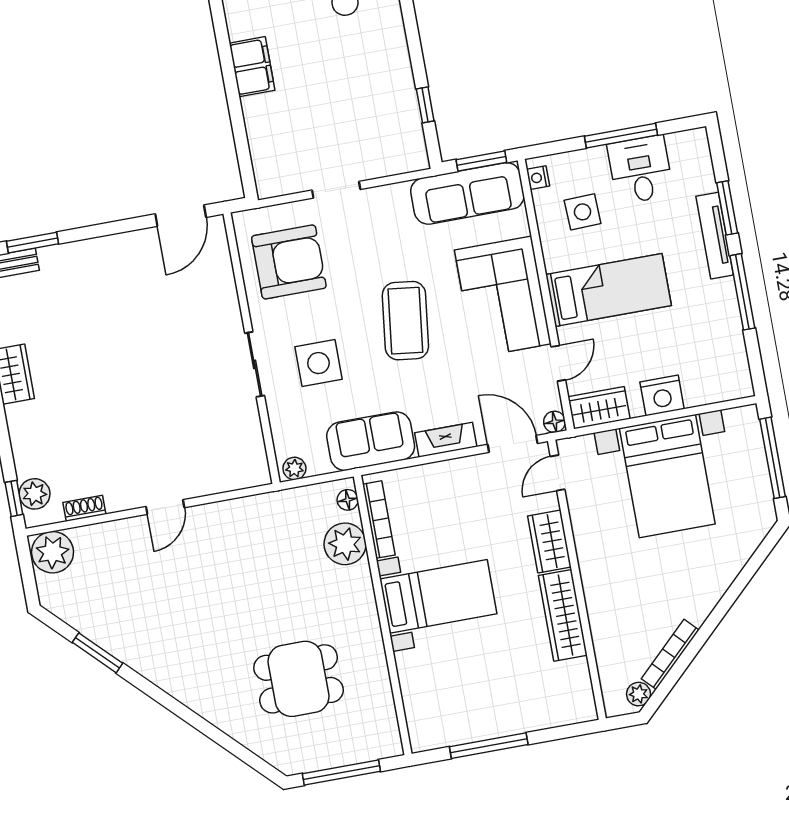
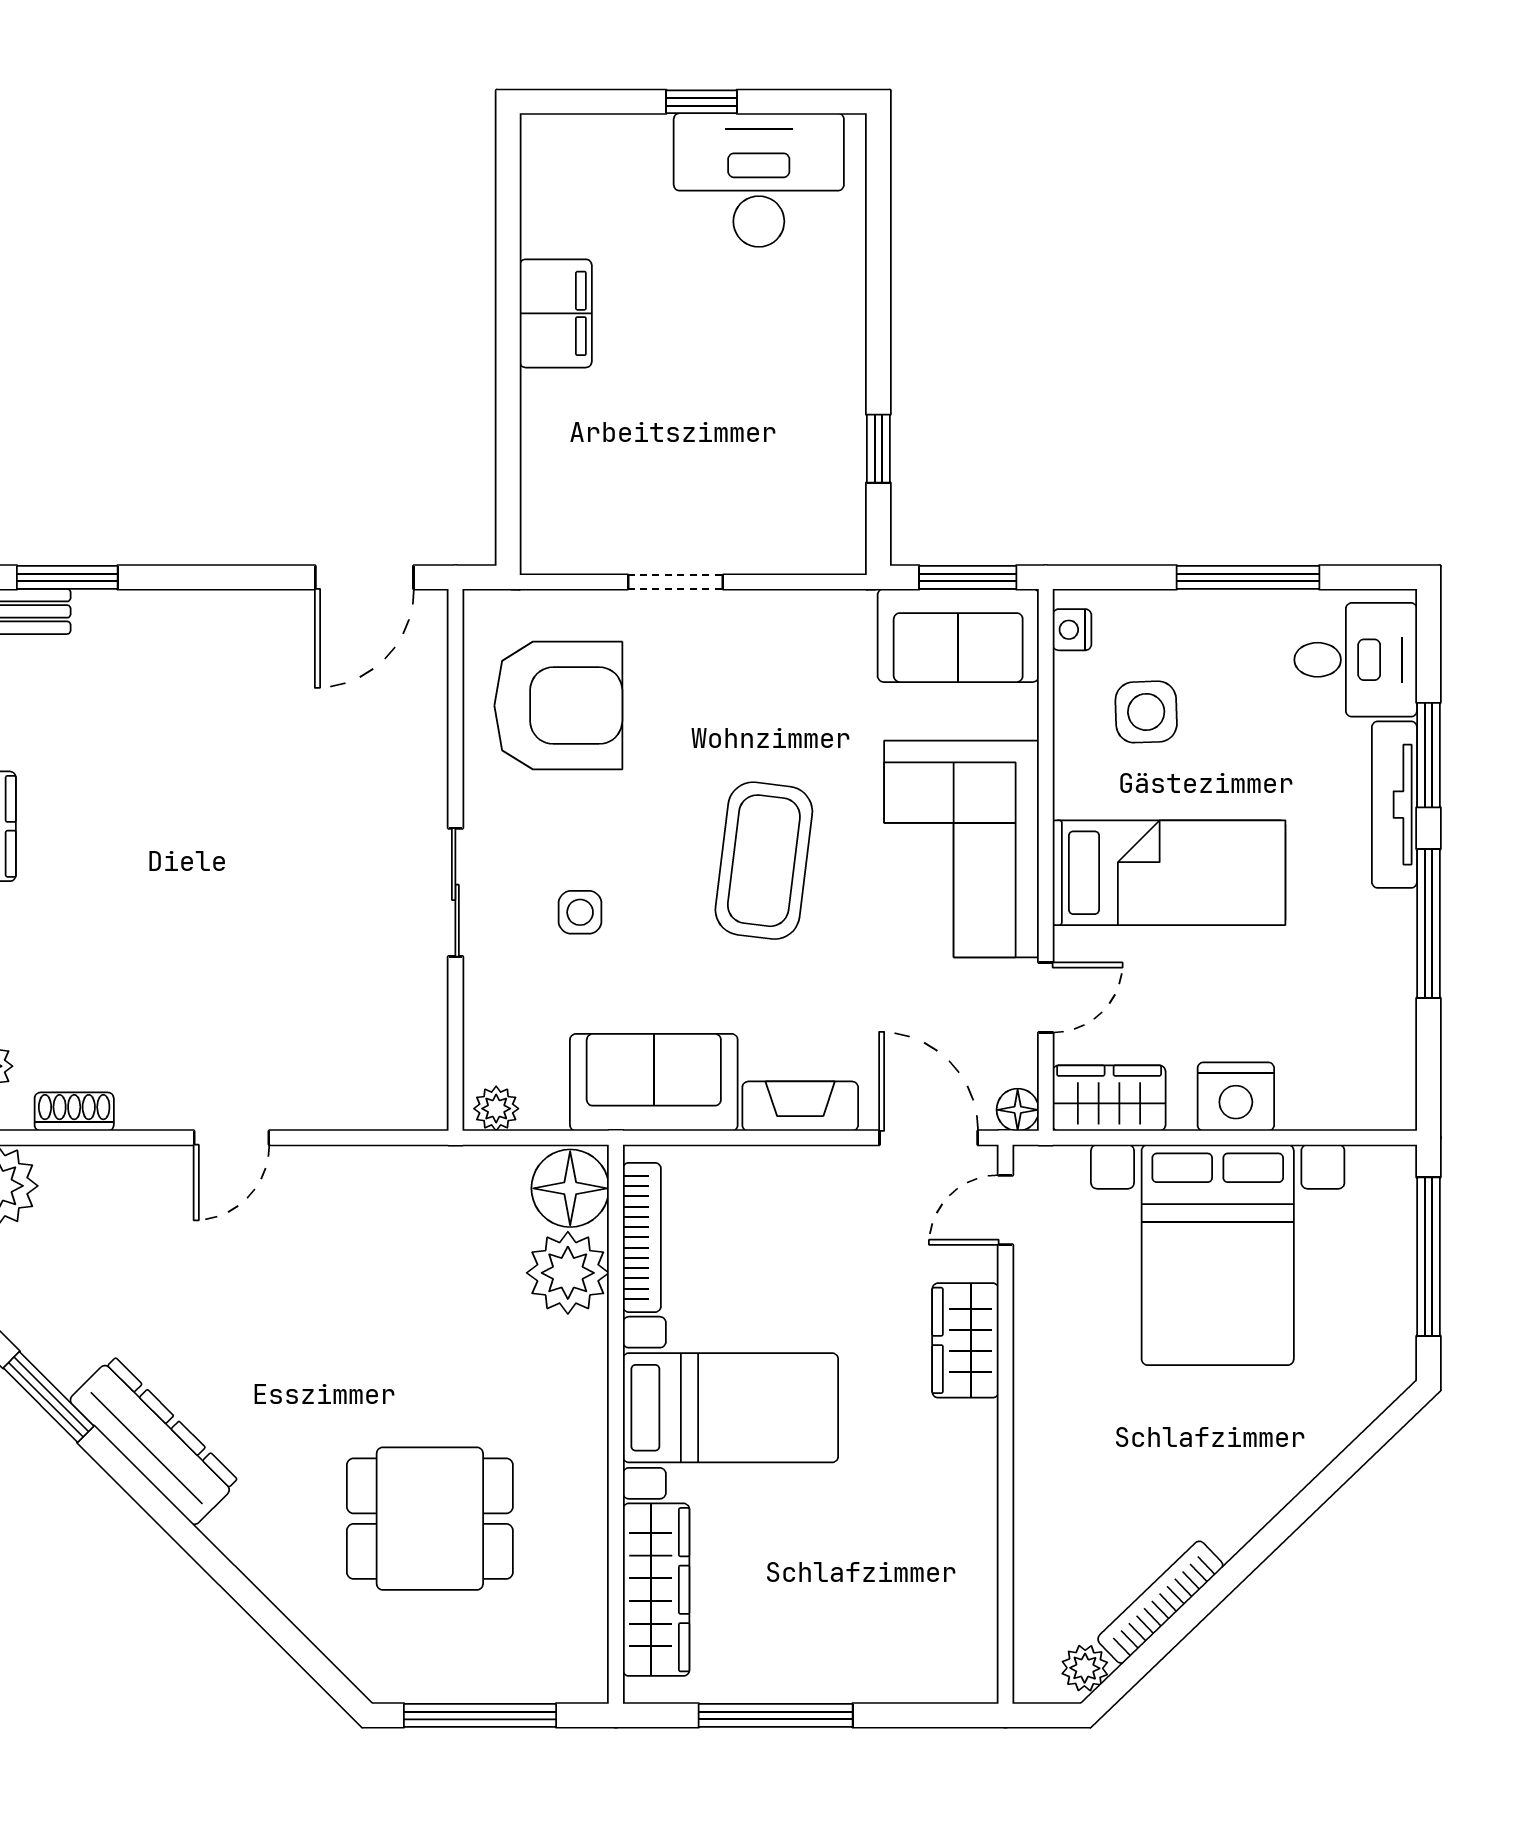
desk: (640, 170) -> (1356, 660), moved, turned 90
sofa: (467, 193) -> (958, 635), width x0.73
side table: (318, 363) -> (580, 912), width x0.54, depth x0.54
floor lamp: (348, 500) -> (570, 1188), width x1.89, depth x1.89
wardrobe: (563, 615) -> (656, 1590), moved, turned 180
dresser: (154, 665) -> (154, 1441), added

